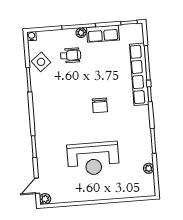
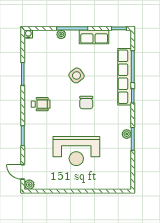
plant: (81, 33) -> (61, 34), moved
wheelchair: (71, 55) -> (41, 104), moved
side table: (41, 62) -> (77, 75), moved
plant: (149, 168) -> (127, 134), moved
door: (37, 186) -> (23, 172), hinge flipped

